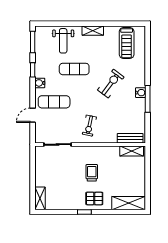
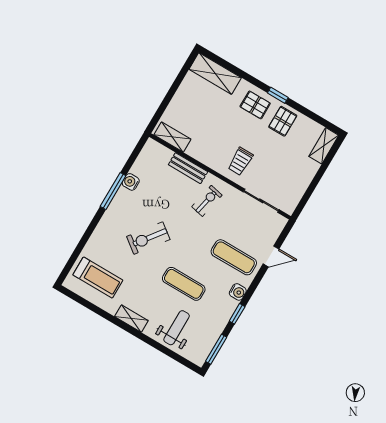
treadmill: (127, 43) -> (98, 278), turned 90
water cooler: (140, 93) -> (131, 182), moved
bench: (130, 138) -> (188, 168), moved
trolley: (92, 173) -> (240, 161), moved
pallet: (73, 198) -> (283, 121), added

